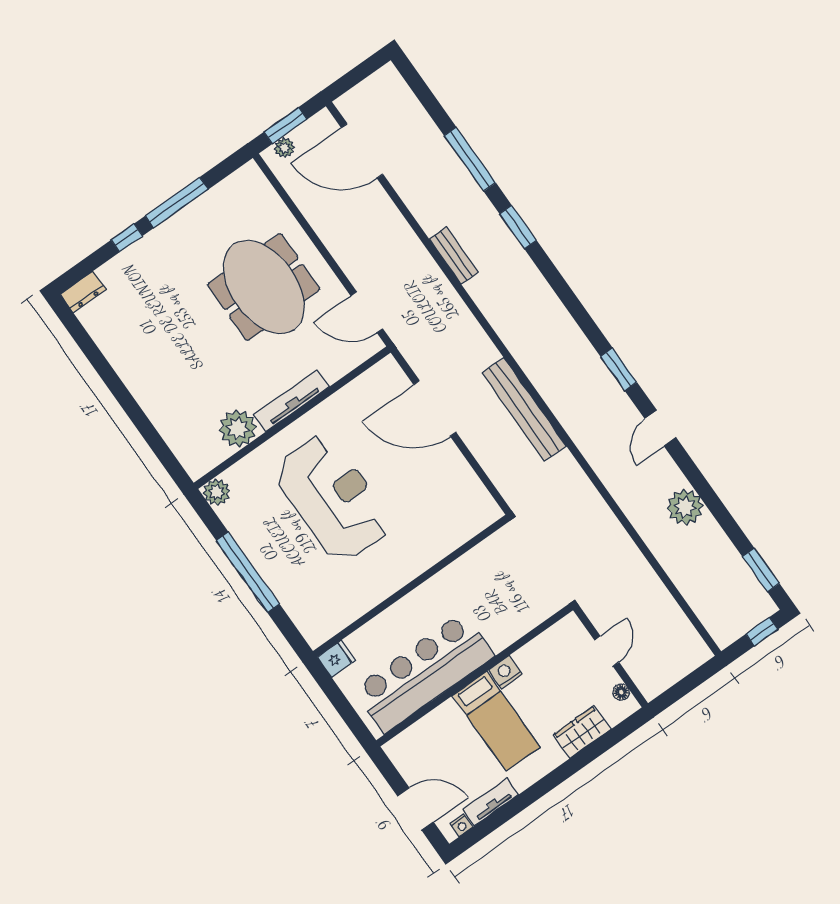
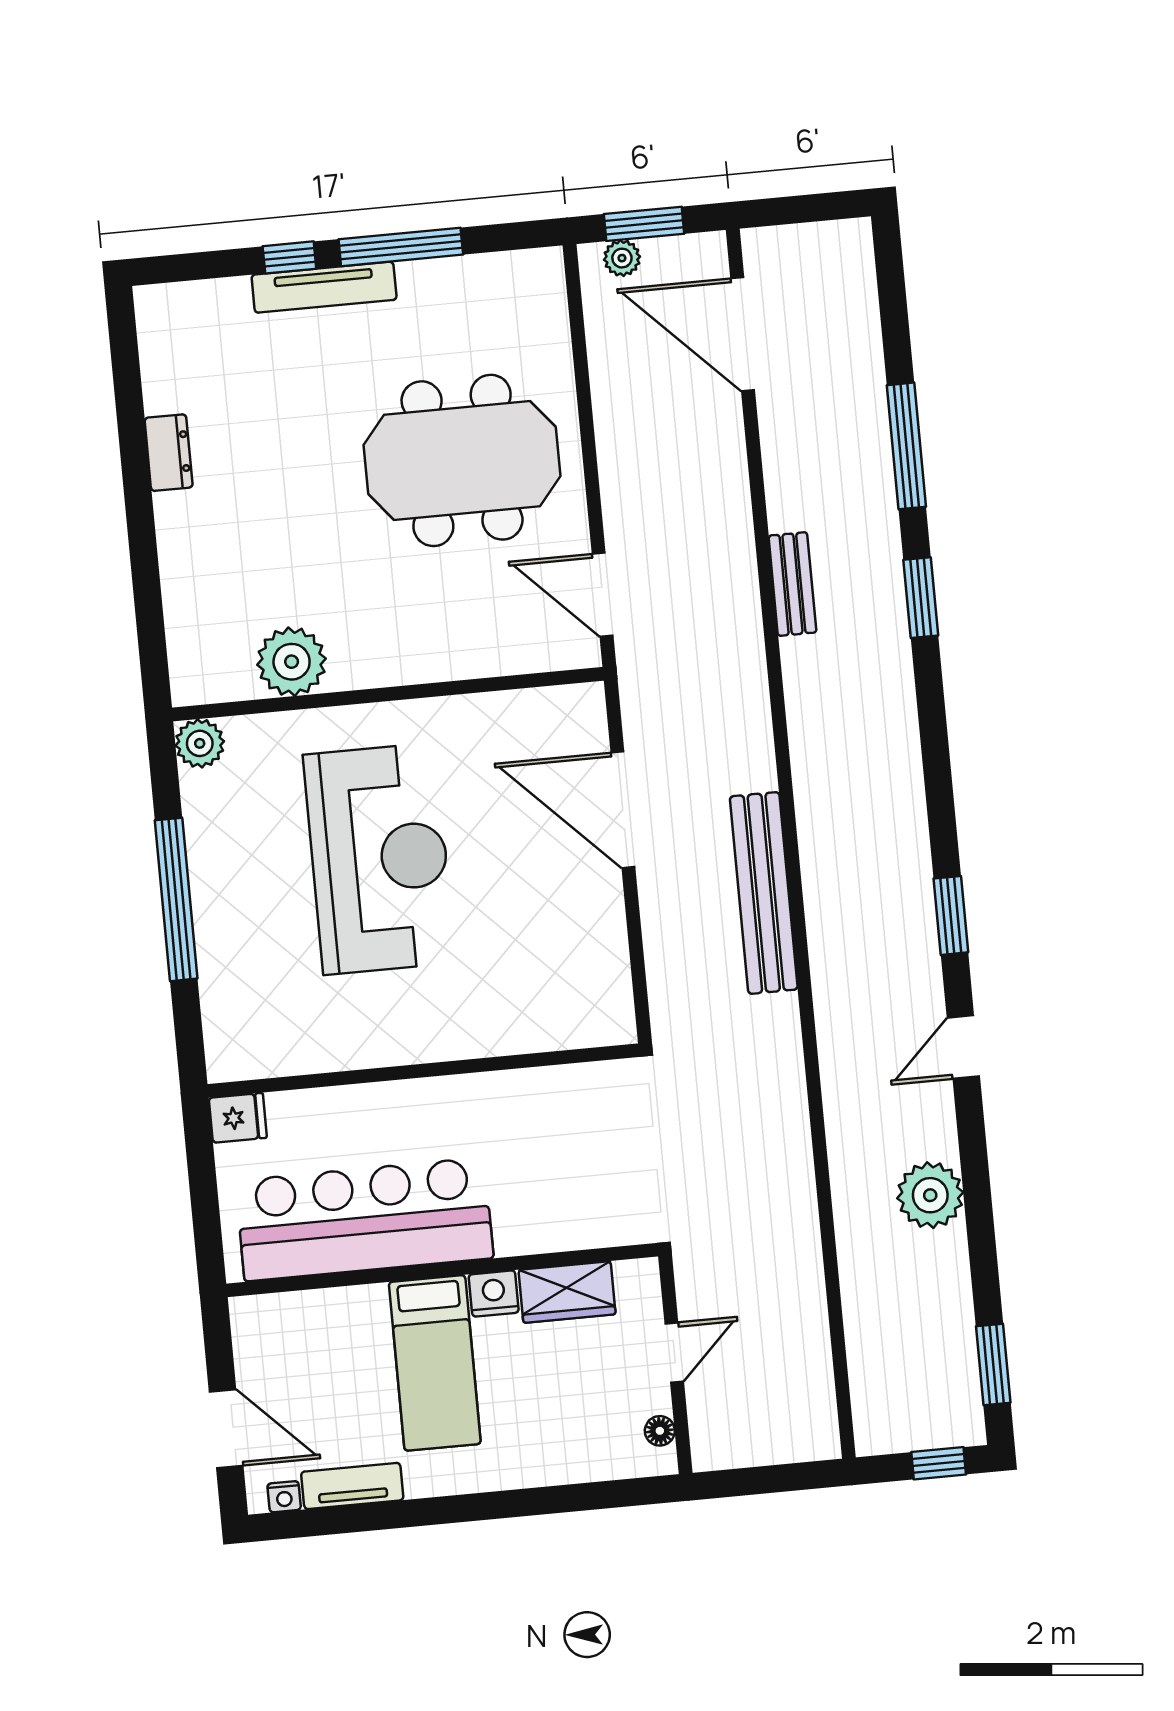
meeting table: (264, 287) -> (462, 460), turned 90
dresser: (83, 292) -> (169, 453), moved, turned -90
tv unit: (291, 401) -> (324, 287), moved, turned 180
wardrobe: (582, 732) -> (567, 1292), moved, turned 180

